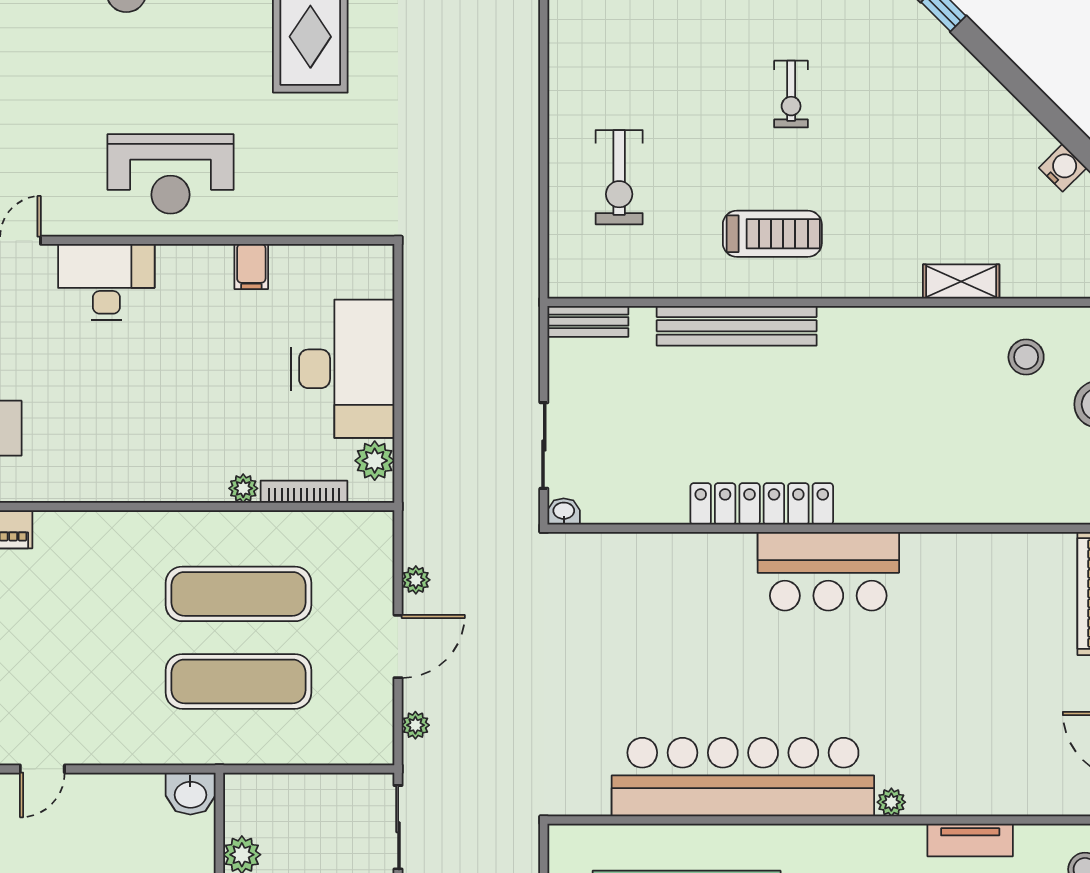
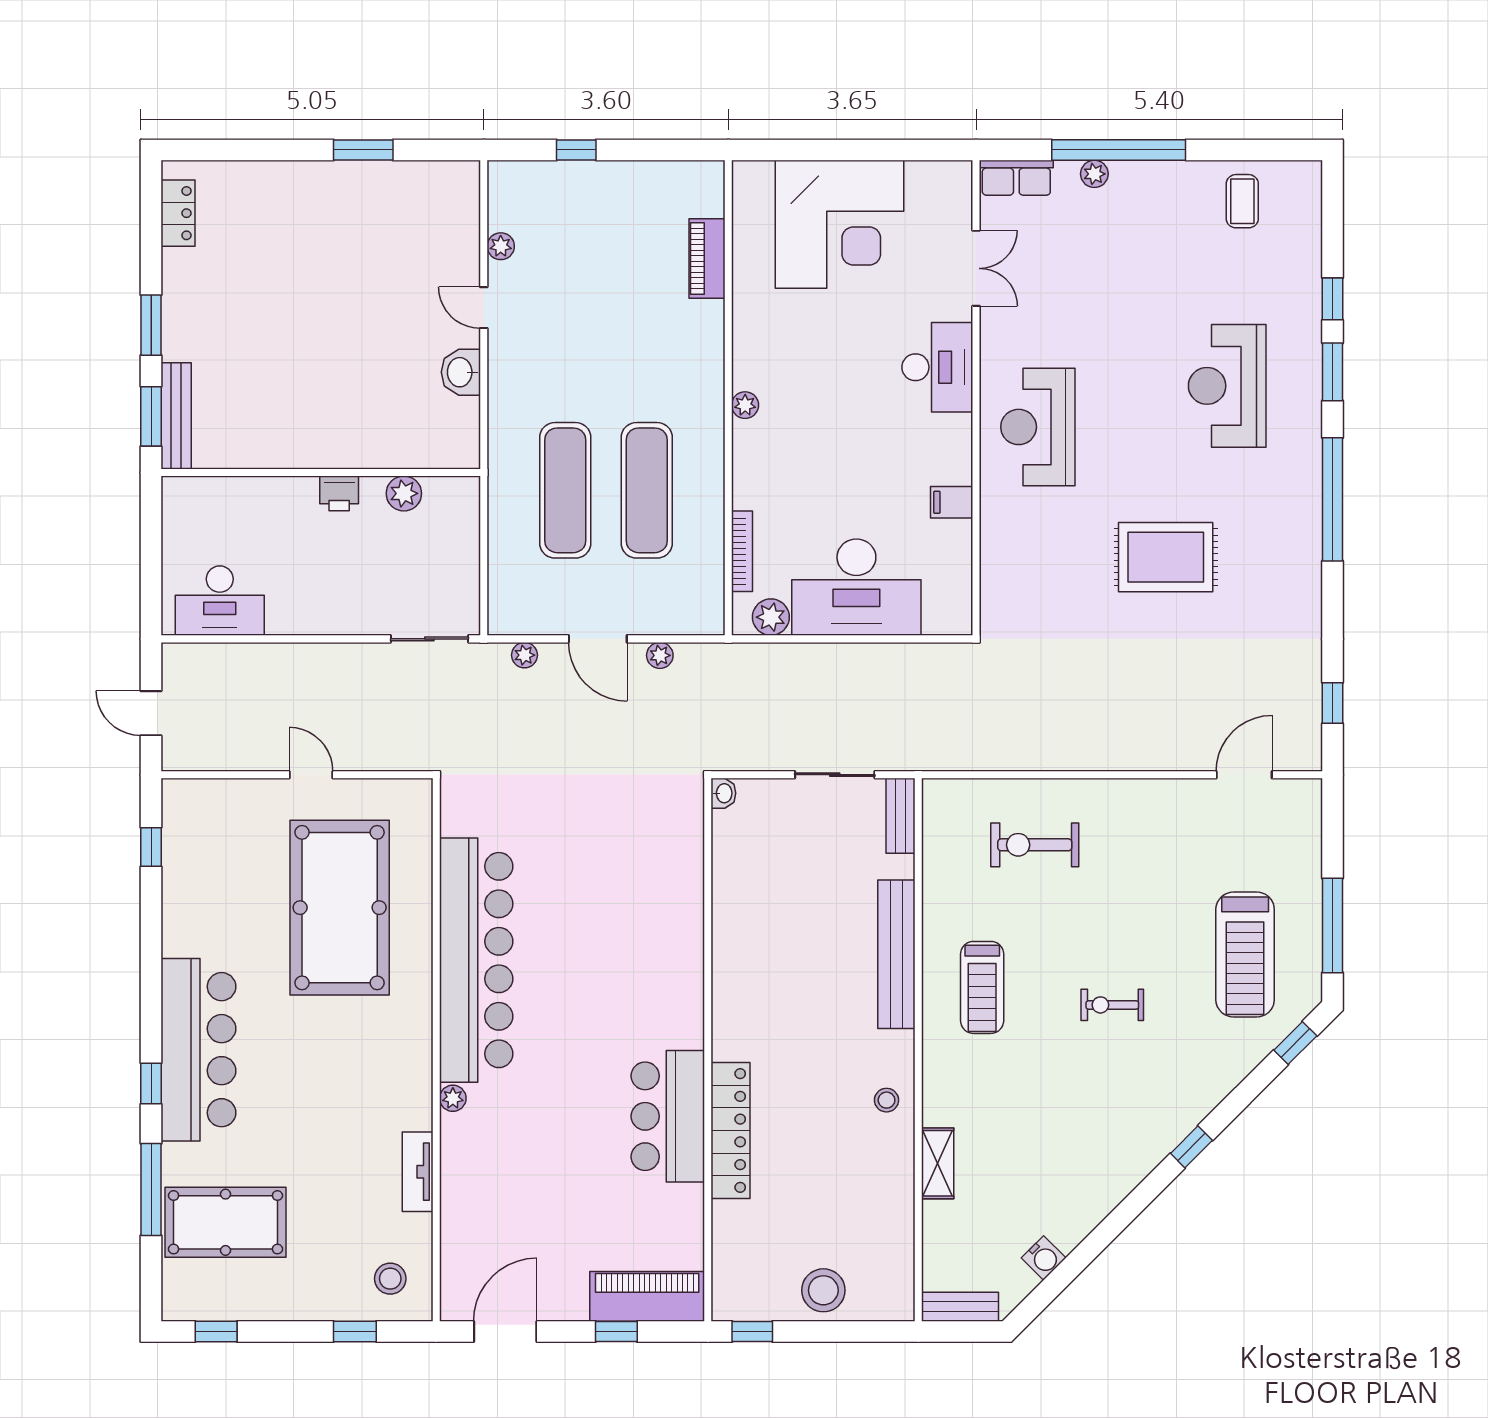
stool: (1026, 357) -> (887, 1100), moved, width x0.73, depth x0.73
sliding door: (544, 446) -> (835, 775), moved
plant: (243, 488) -> (745, 405), moved
locker: (762, 504) -> (731, 1130), moved
bar counter: (828, 571) -> (668, 1116), moved
washbasin: (190, 794) -> (461, 372), moved

